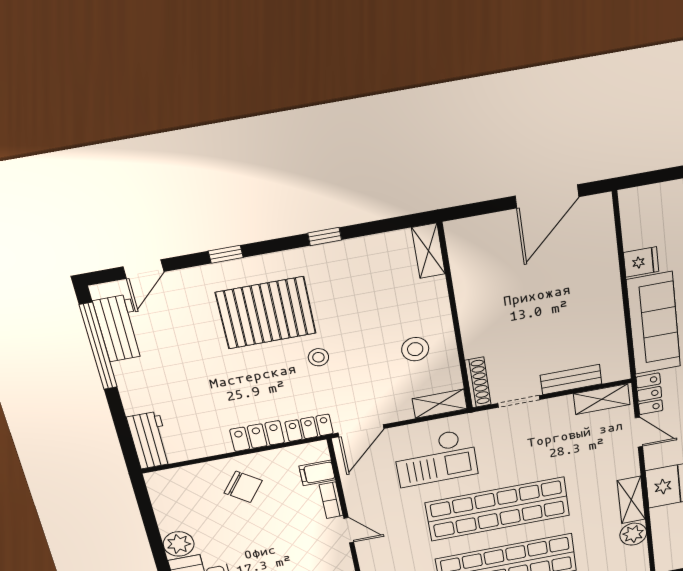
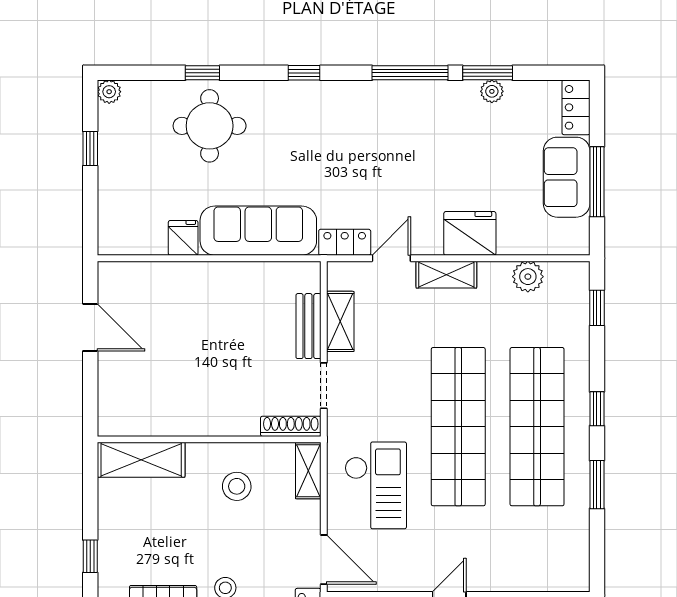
door: (547, 196) -> (90, 327), width x0.73
shelving: (428, 251) -> (141, 460), width x1.50, depth x1.33
shelving: (602, 399) -> (340, 321), moved
shelving: (631, 500) -> (446, 275), moved

